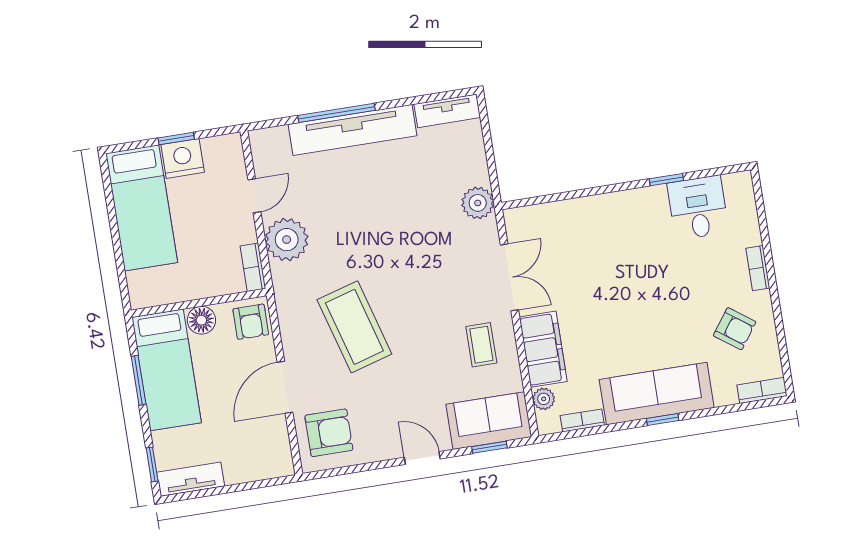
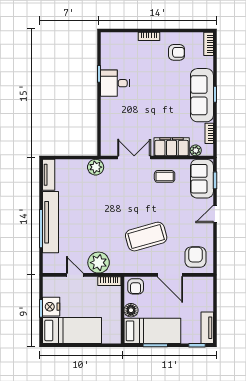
desk: (698, 208) -> (115, 83), moved
armchair: (251, 322) -> (136, 286), turned 90
armchair: (735, 329) -> (177, 52), turned 54

